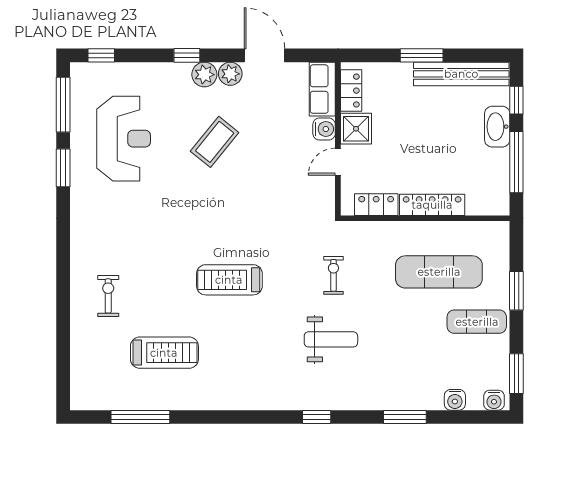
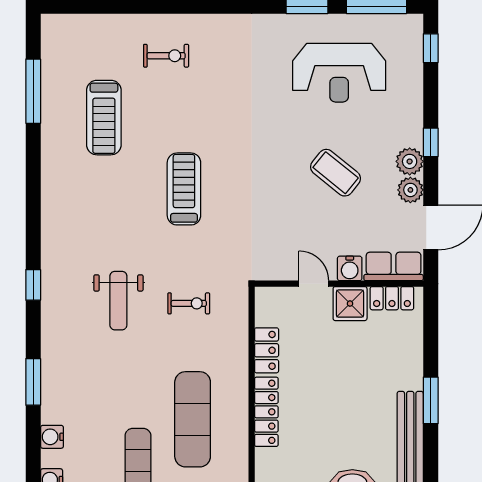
row of seats: (322, 89) -> (394, 266), moved
locker: (351, 91) -> (392, 298), moved
water cooler: (324, 129) -> (350, 268), moved
shower: (356, 129) -> (350, 304), moved
wall: (338, 139) -> (339, 284), moved
door: (338, 162) -> (314, 284), moved

